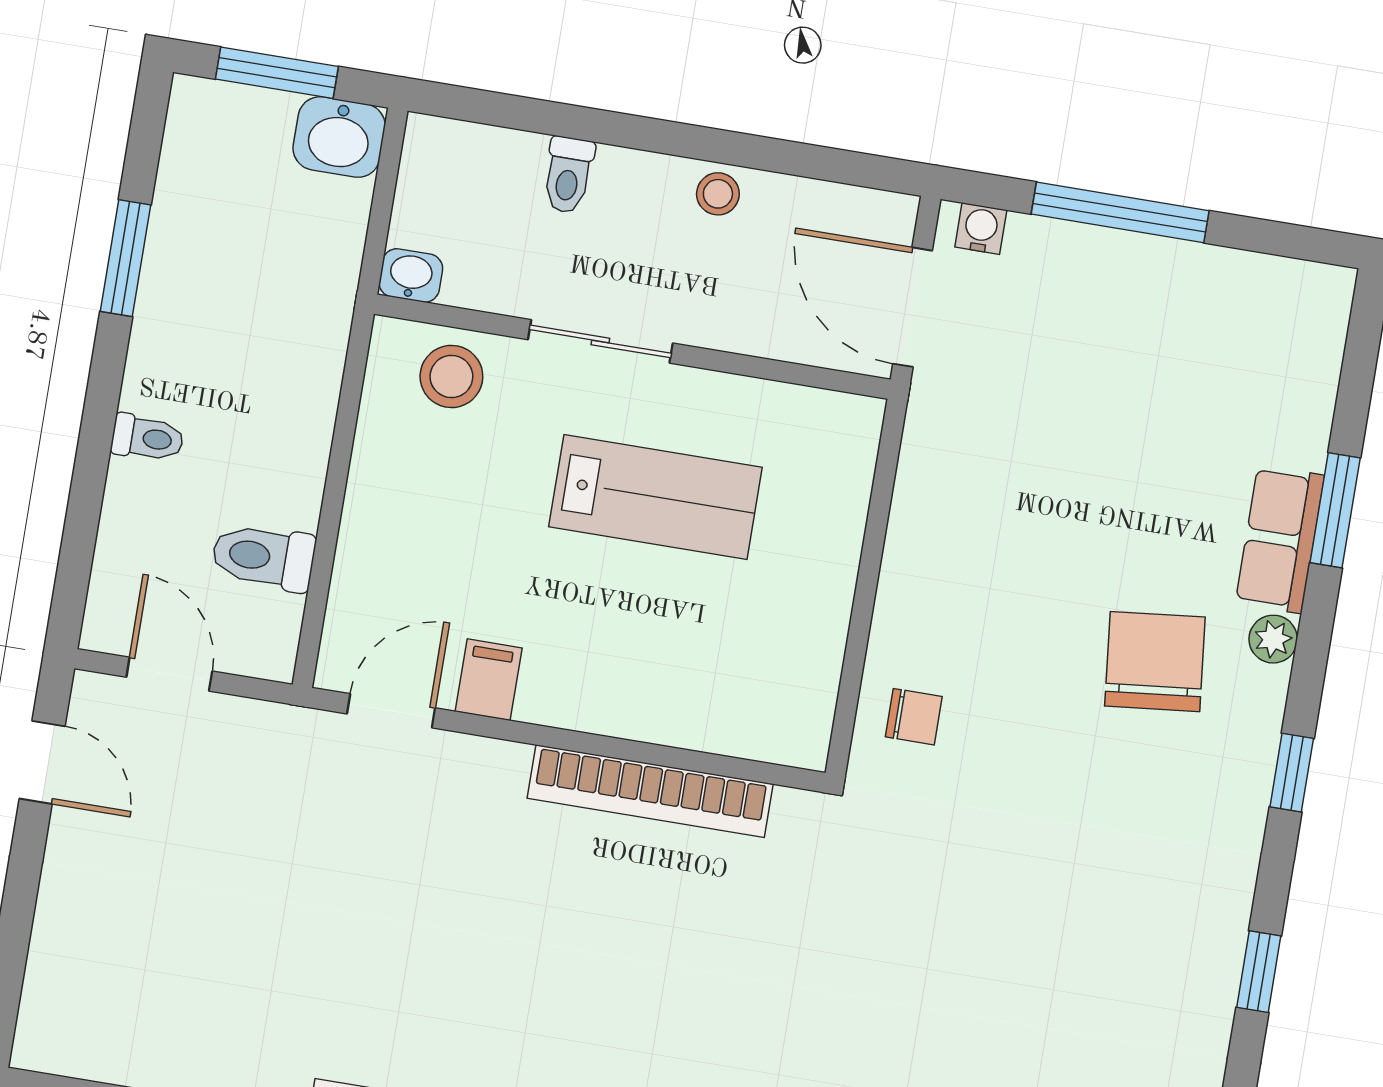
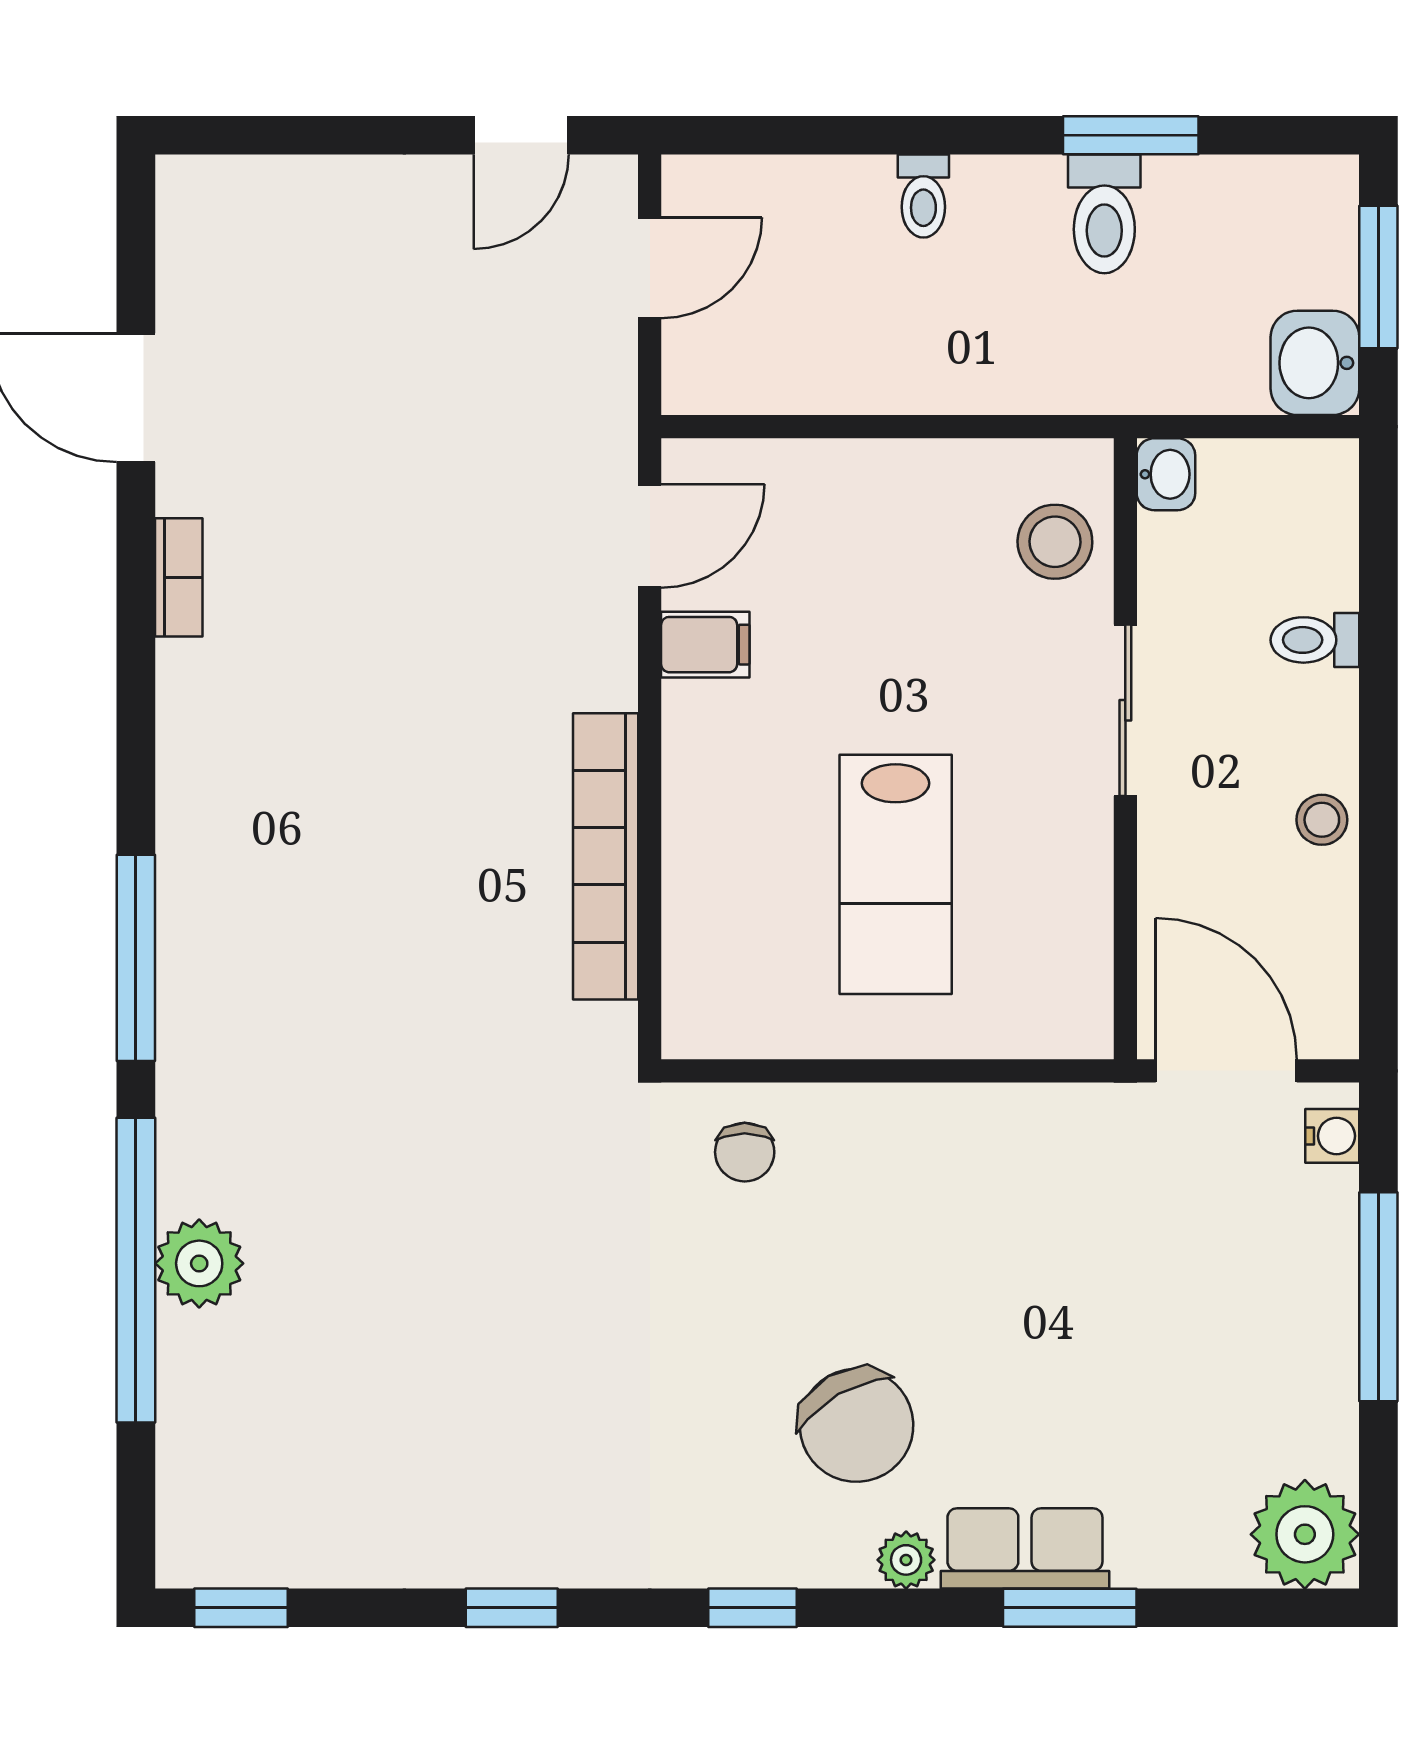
plant: (1307, 306) -> (1305, 1534), added
door: (913, 307) -> (1226, 1071), hinge flipped
lab bench: (655, 497) -> (896, 874), moved
toilet: (263, 557) -> (1104, 214), moved, turned 180
chair: (1155, 662) -> (857, 1425), turned 66
door: (391, 711) -> (650, 536), hinge flipped

